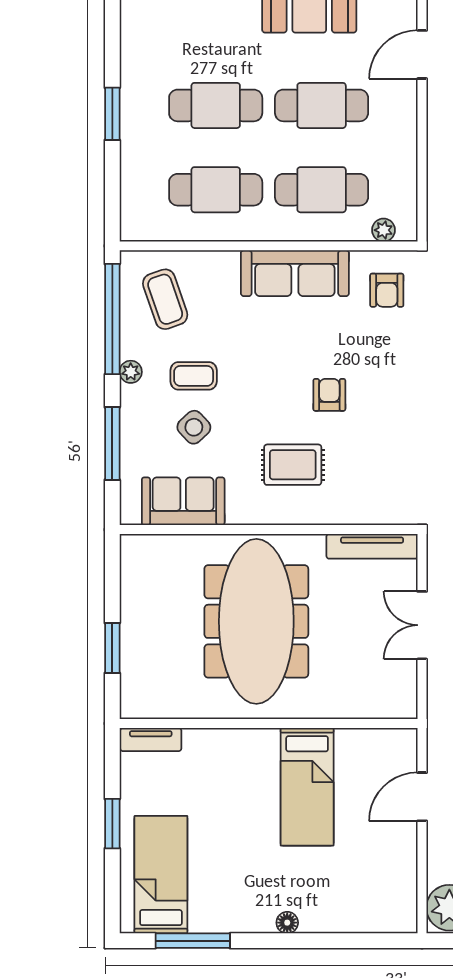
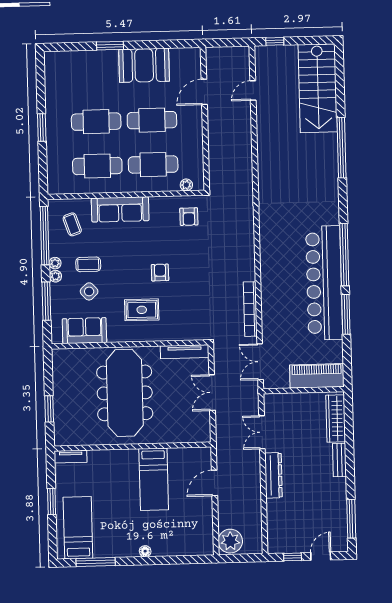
sofa: (295, 273) -> (120, 209), moved
coffee table: (165, 299) -> (72, 224), width x0.73, depth x0.77
plant: (131, 397) -> (55, 276), added

